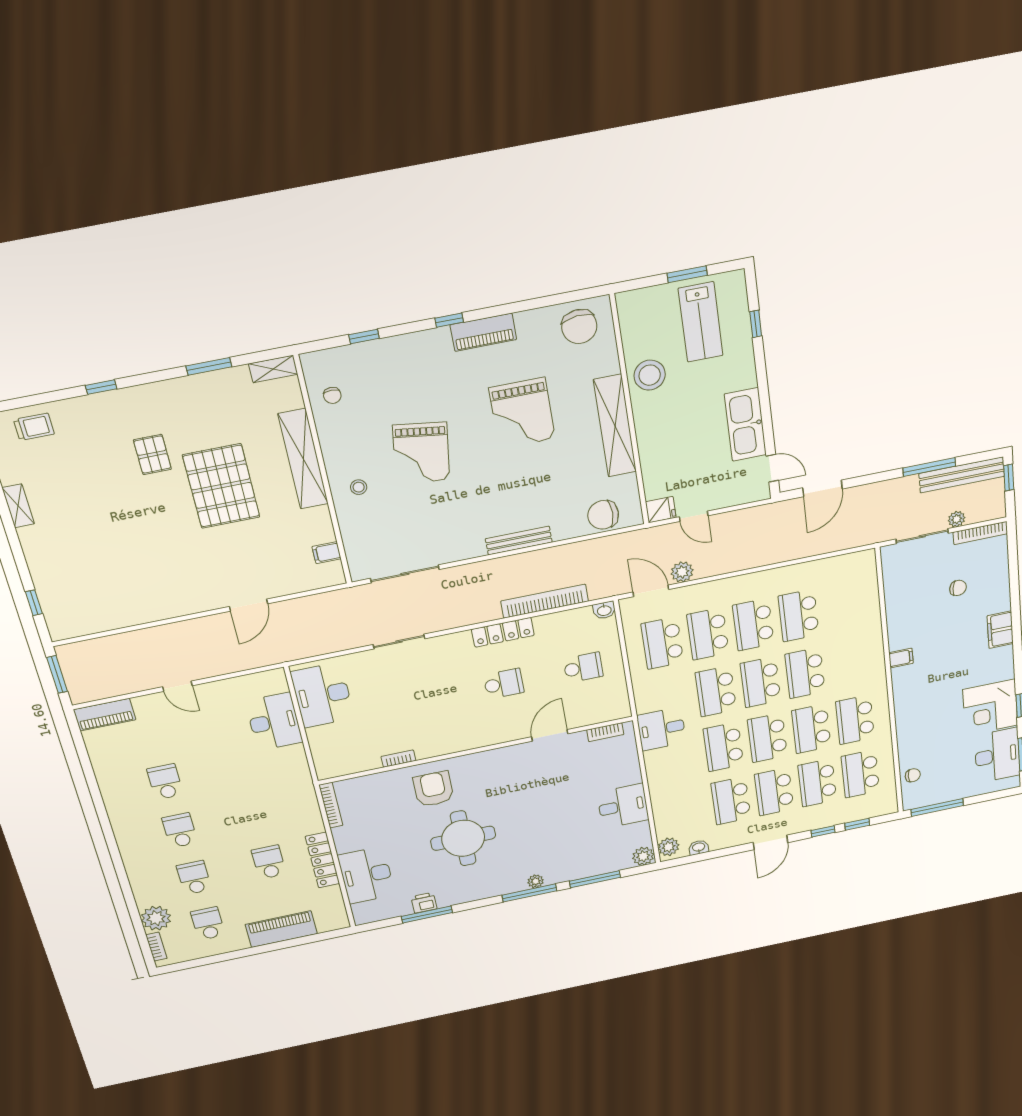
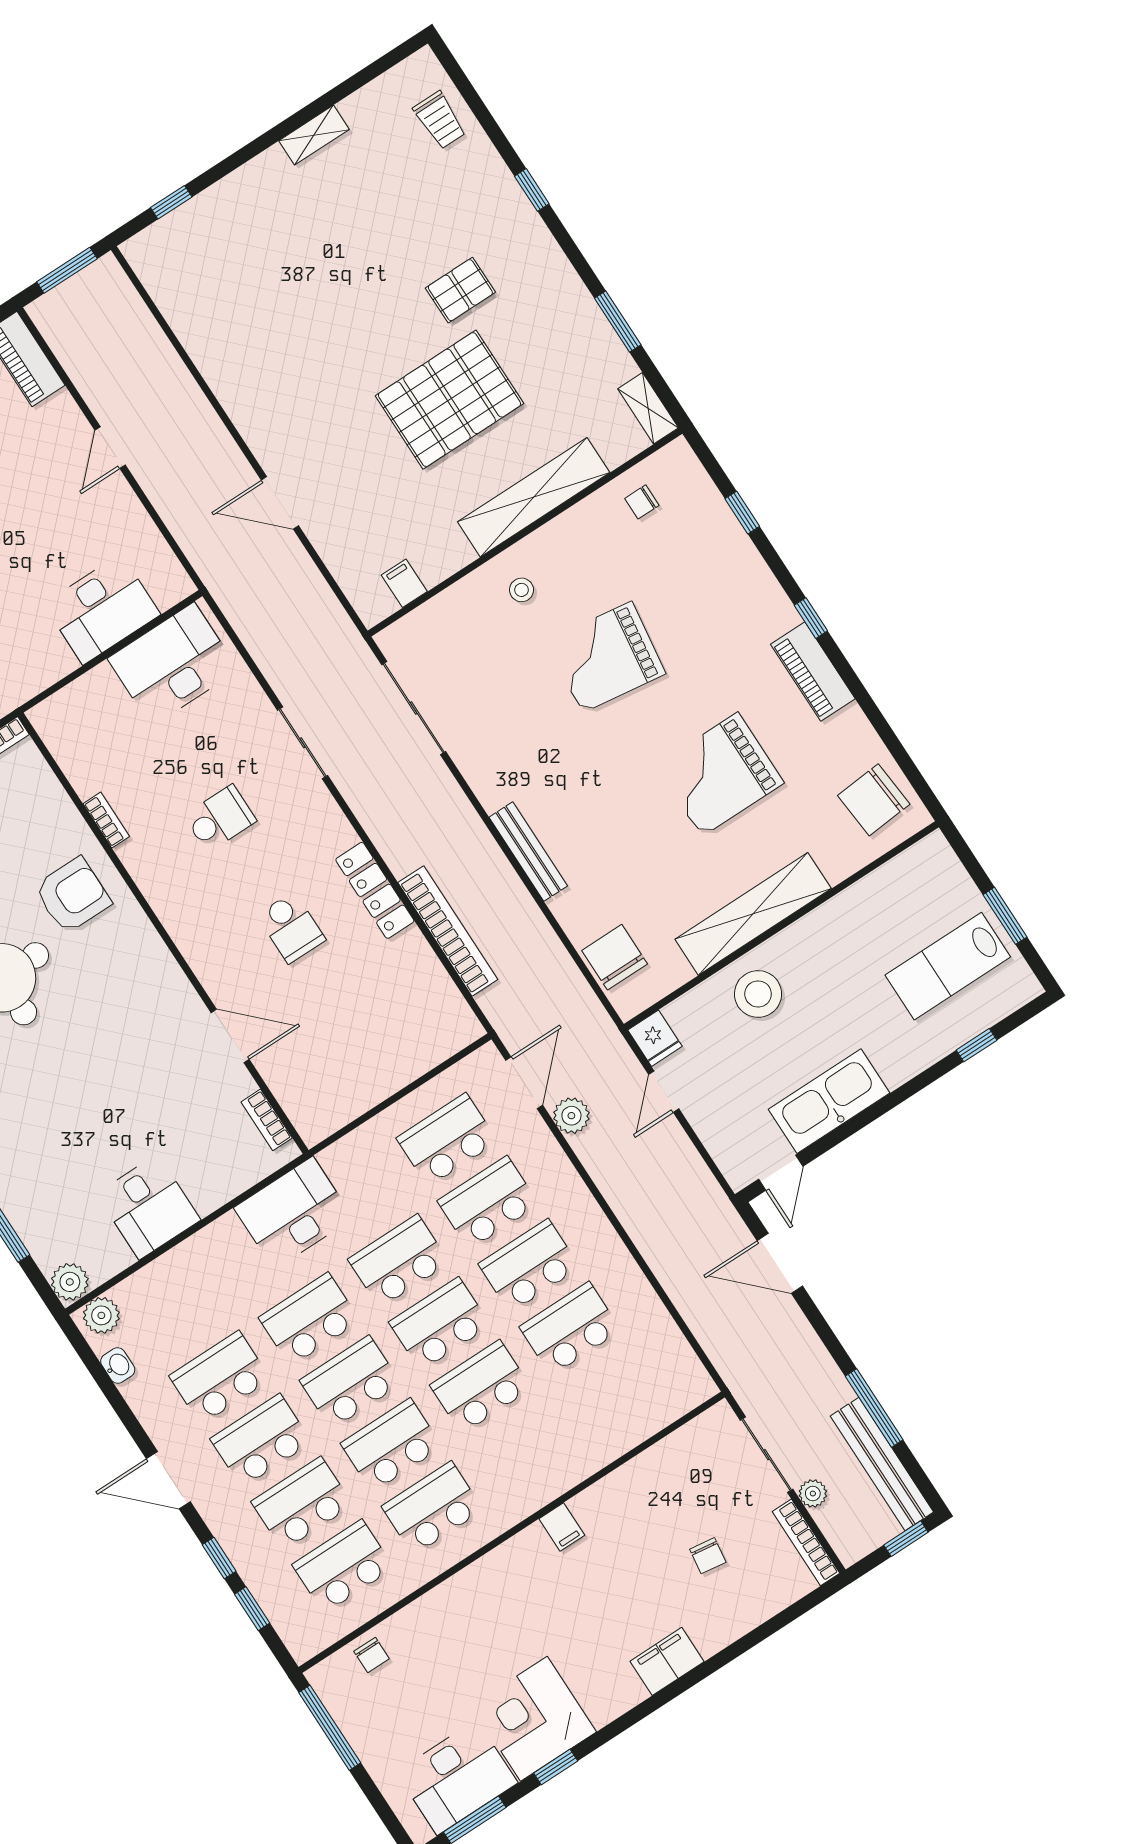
stool: (650, 375) -> (758, 994), moved
washbasin: (604, 610) -> (467, 1027), removed
school desk: (583, 668) -> (220, 818), moved, turned -90
desk: (661, 729) -> (293, 1213), width x1.37

